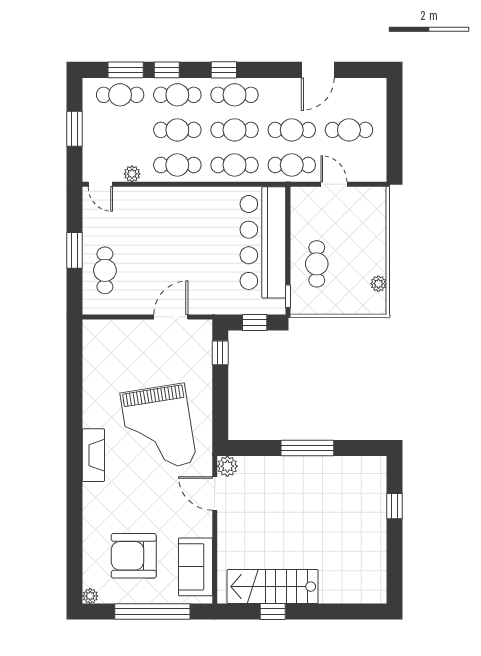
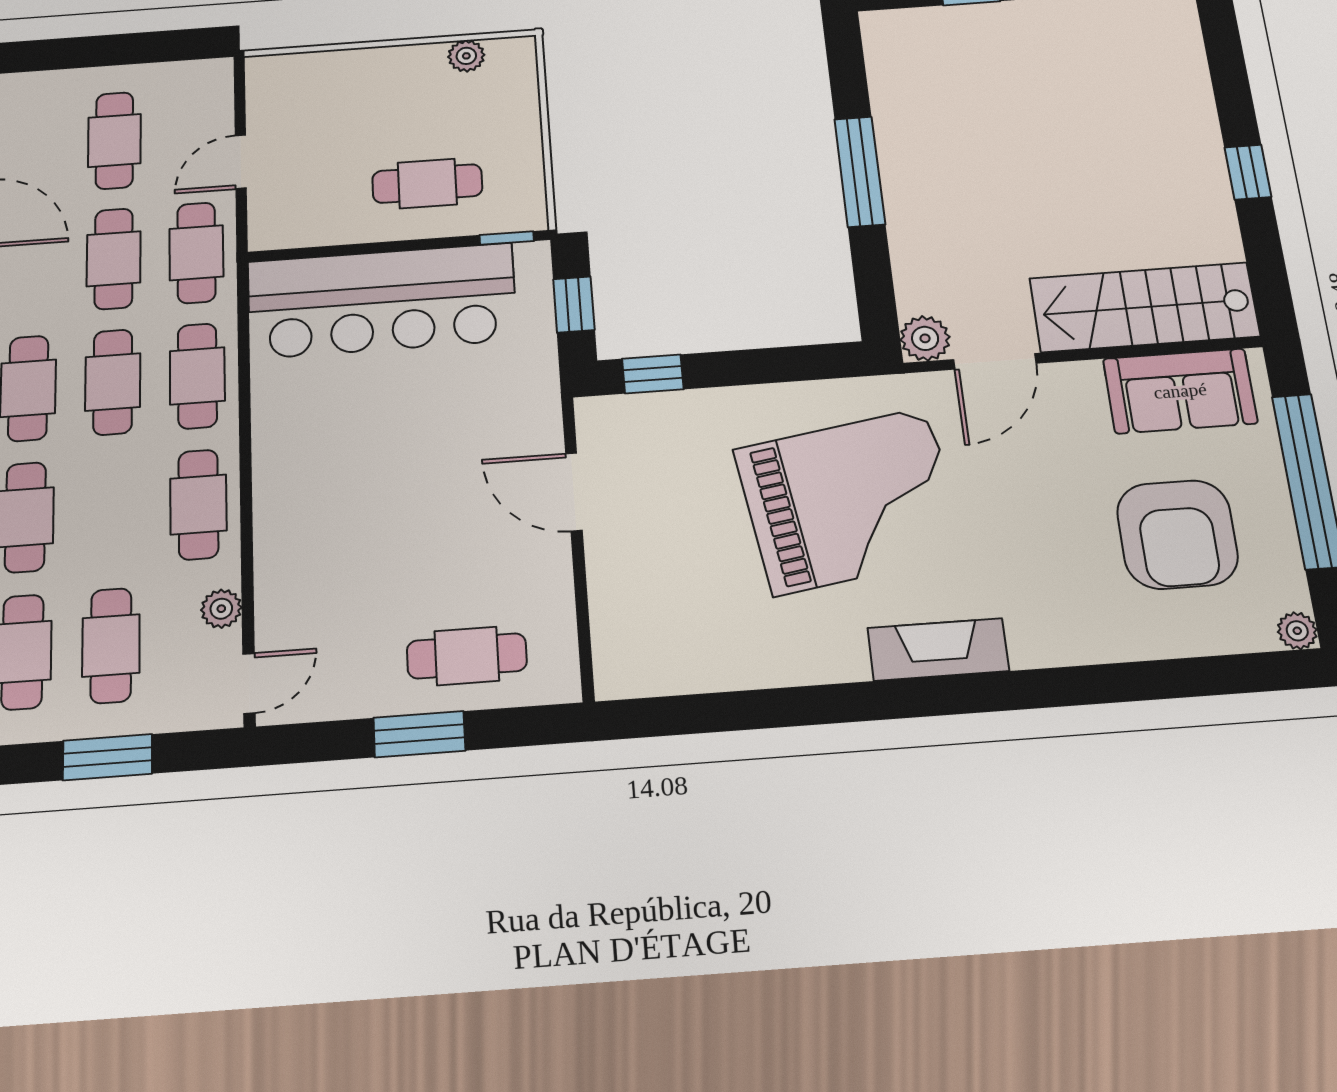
cafe table: (177, 130) -> (111, 645), moved
stairs: (273, 587) -> (1144, 307), moved, turned 90
window: (273, 612) -> (1248, 172), moved

